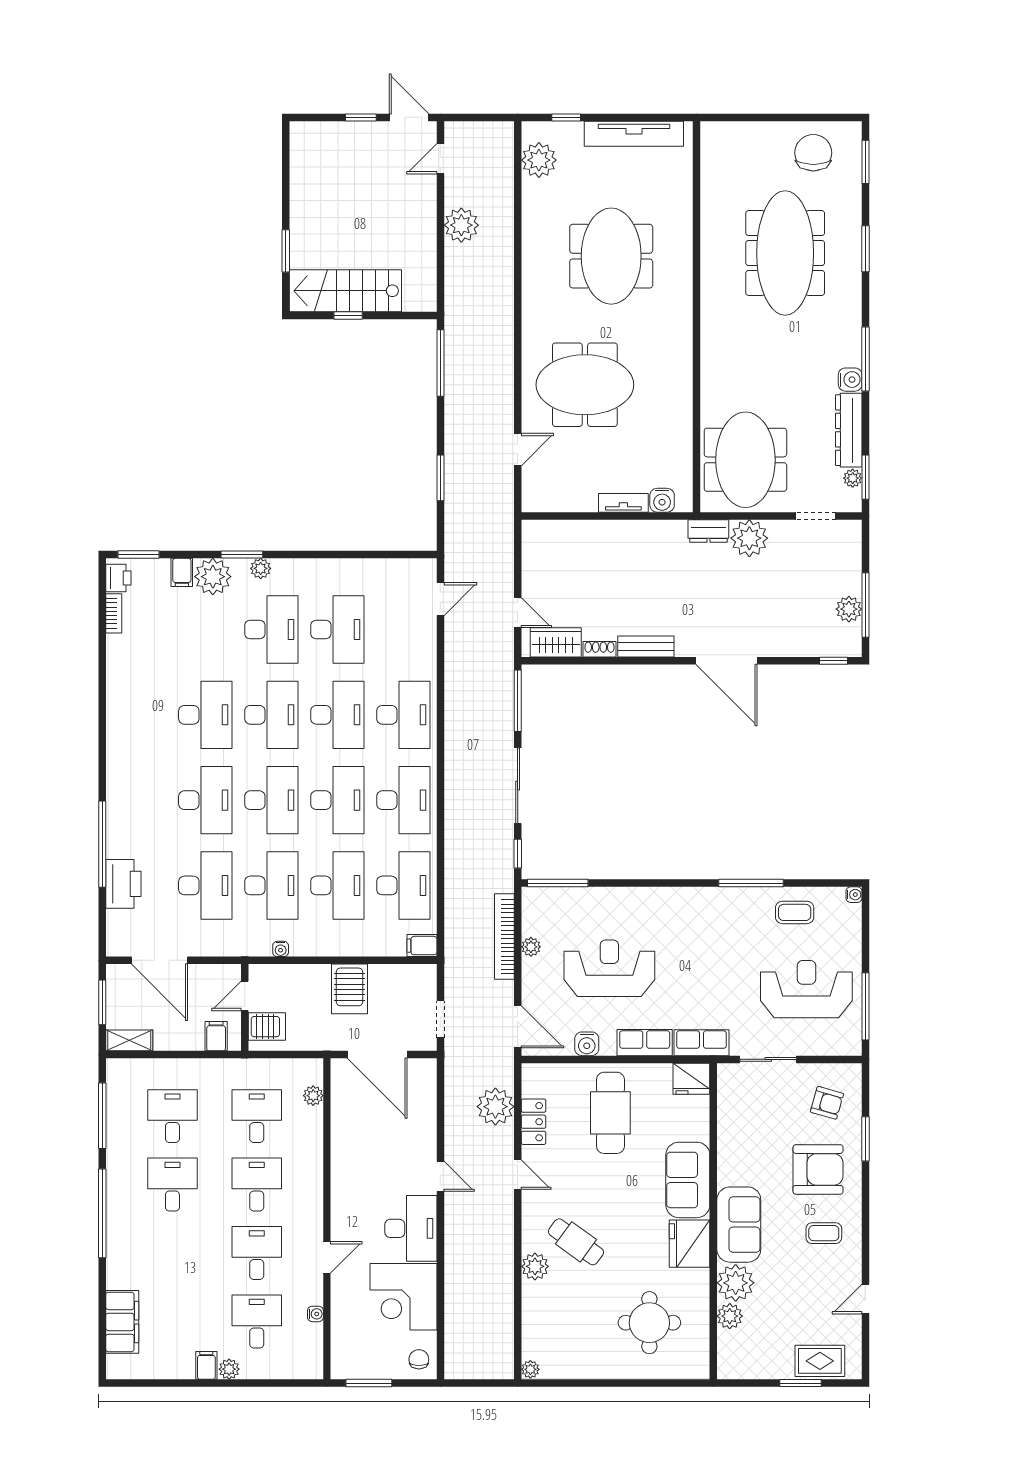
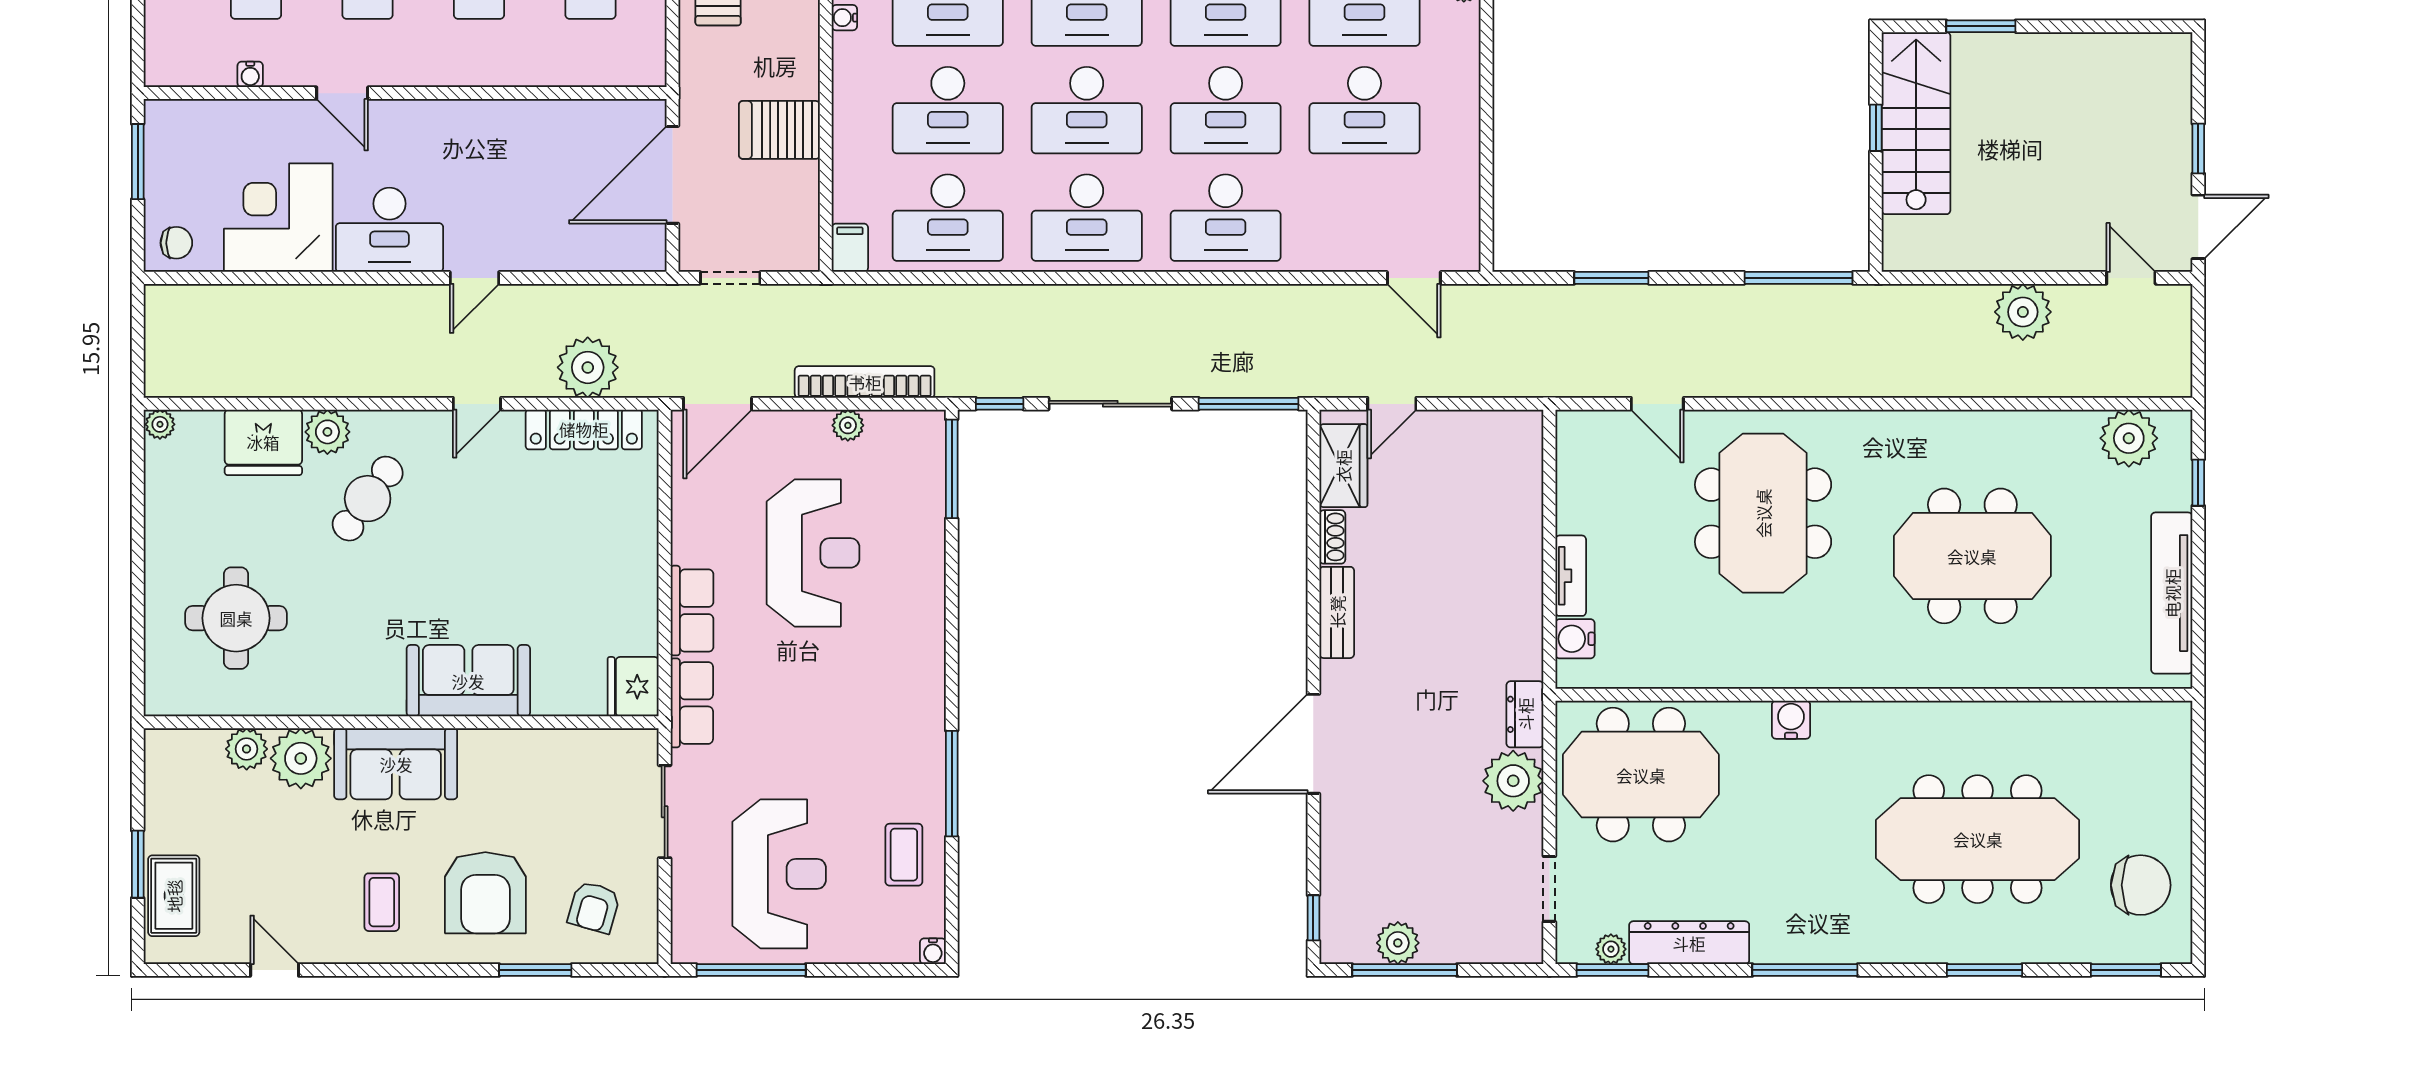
water cooler: (850, 380) -> (1791, 720), moved, turned 180
water cooler: (587, 1044) -> (690, 516), removed
plant: (313, 1096) -> (606, 71), removed
cafe table: (610, 1113) -> (578, 555), removed
locker: (534, 1122) -> (584, 429), width x1.53
fridge: (690, 1244) -> (263, 442), moved, turned 180

